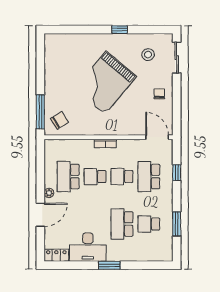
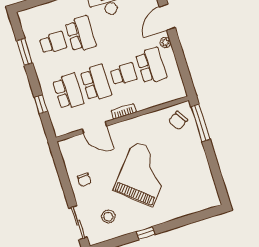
door: (157, 137) -> (94, 128), moved
school desk: (122, 177) -> (96, 83), width x1.85

